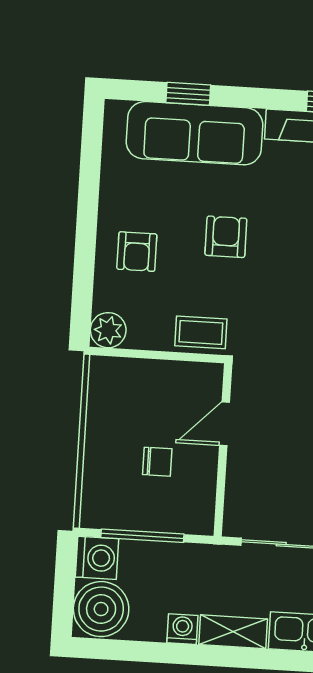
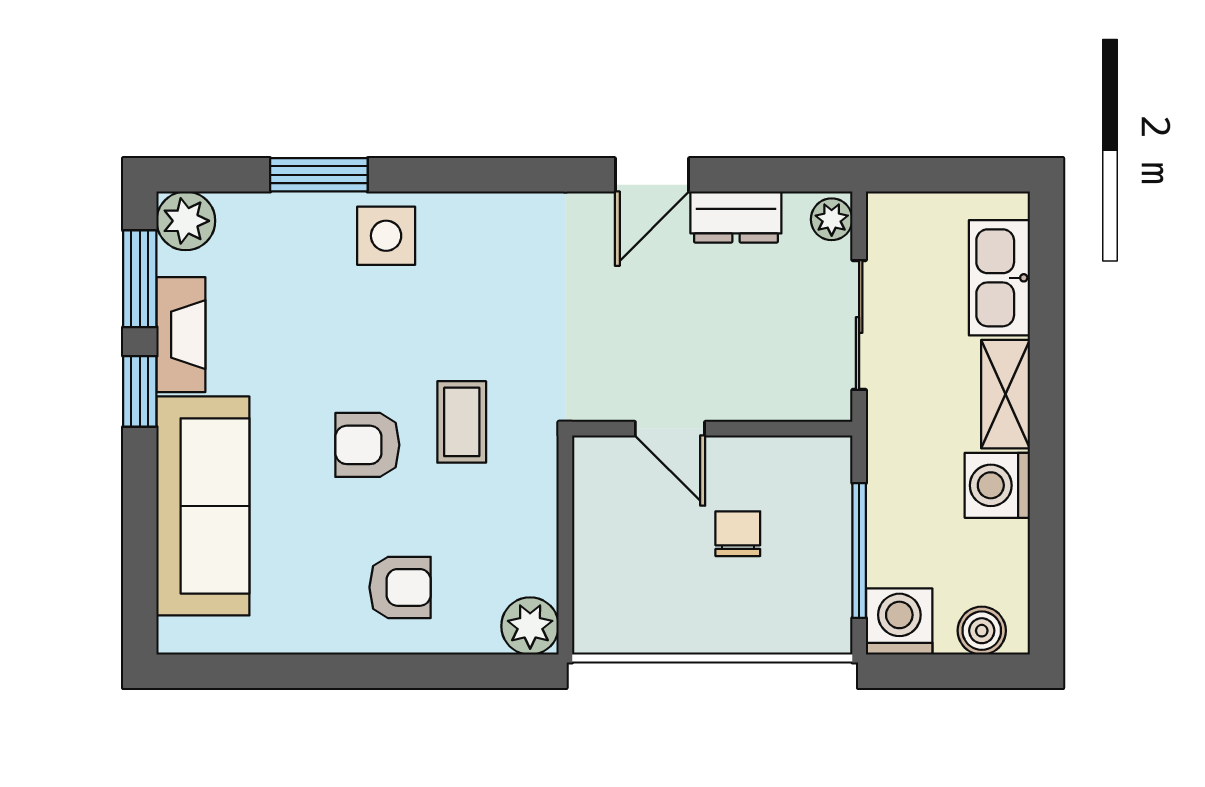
window: (188, 94) -> (140, 391), moved
coffee table: (201, 332) -> (462, 422), moved
boiler: (101, 609) -> (982, 631), width x0.54, depth x0.54
washing machine: (182, 629) -> (997, 485), width x1.38, depth x1.38

